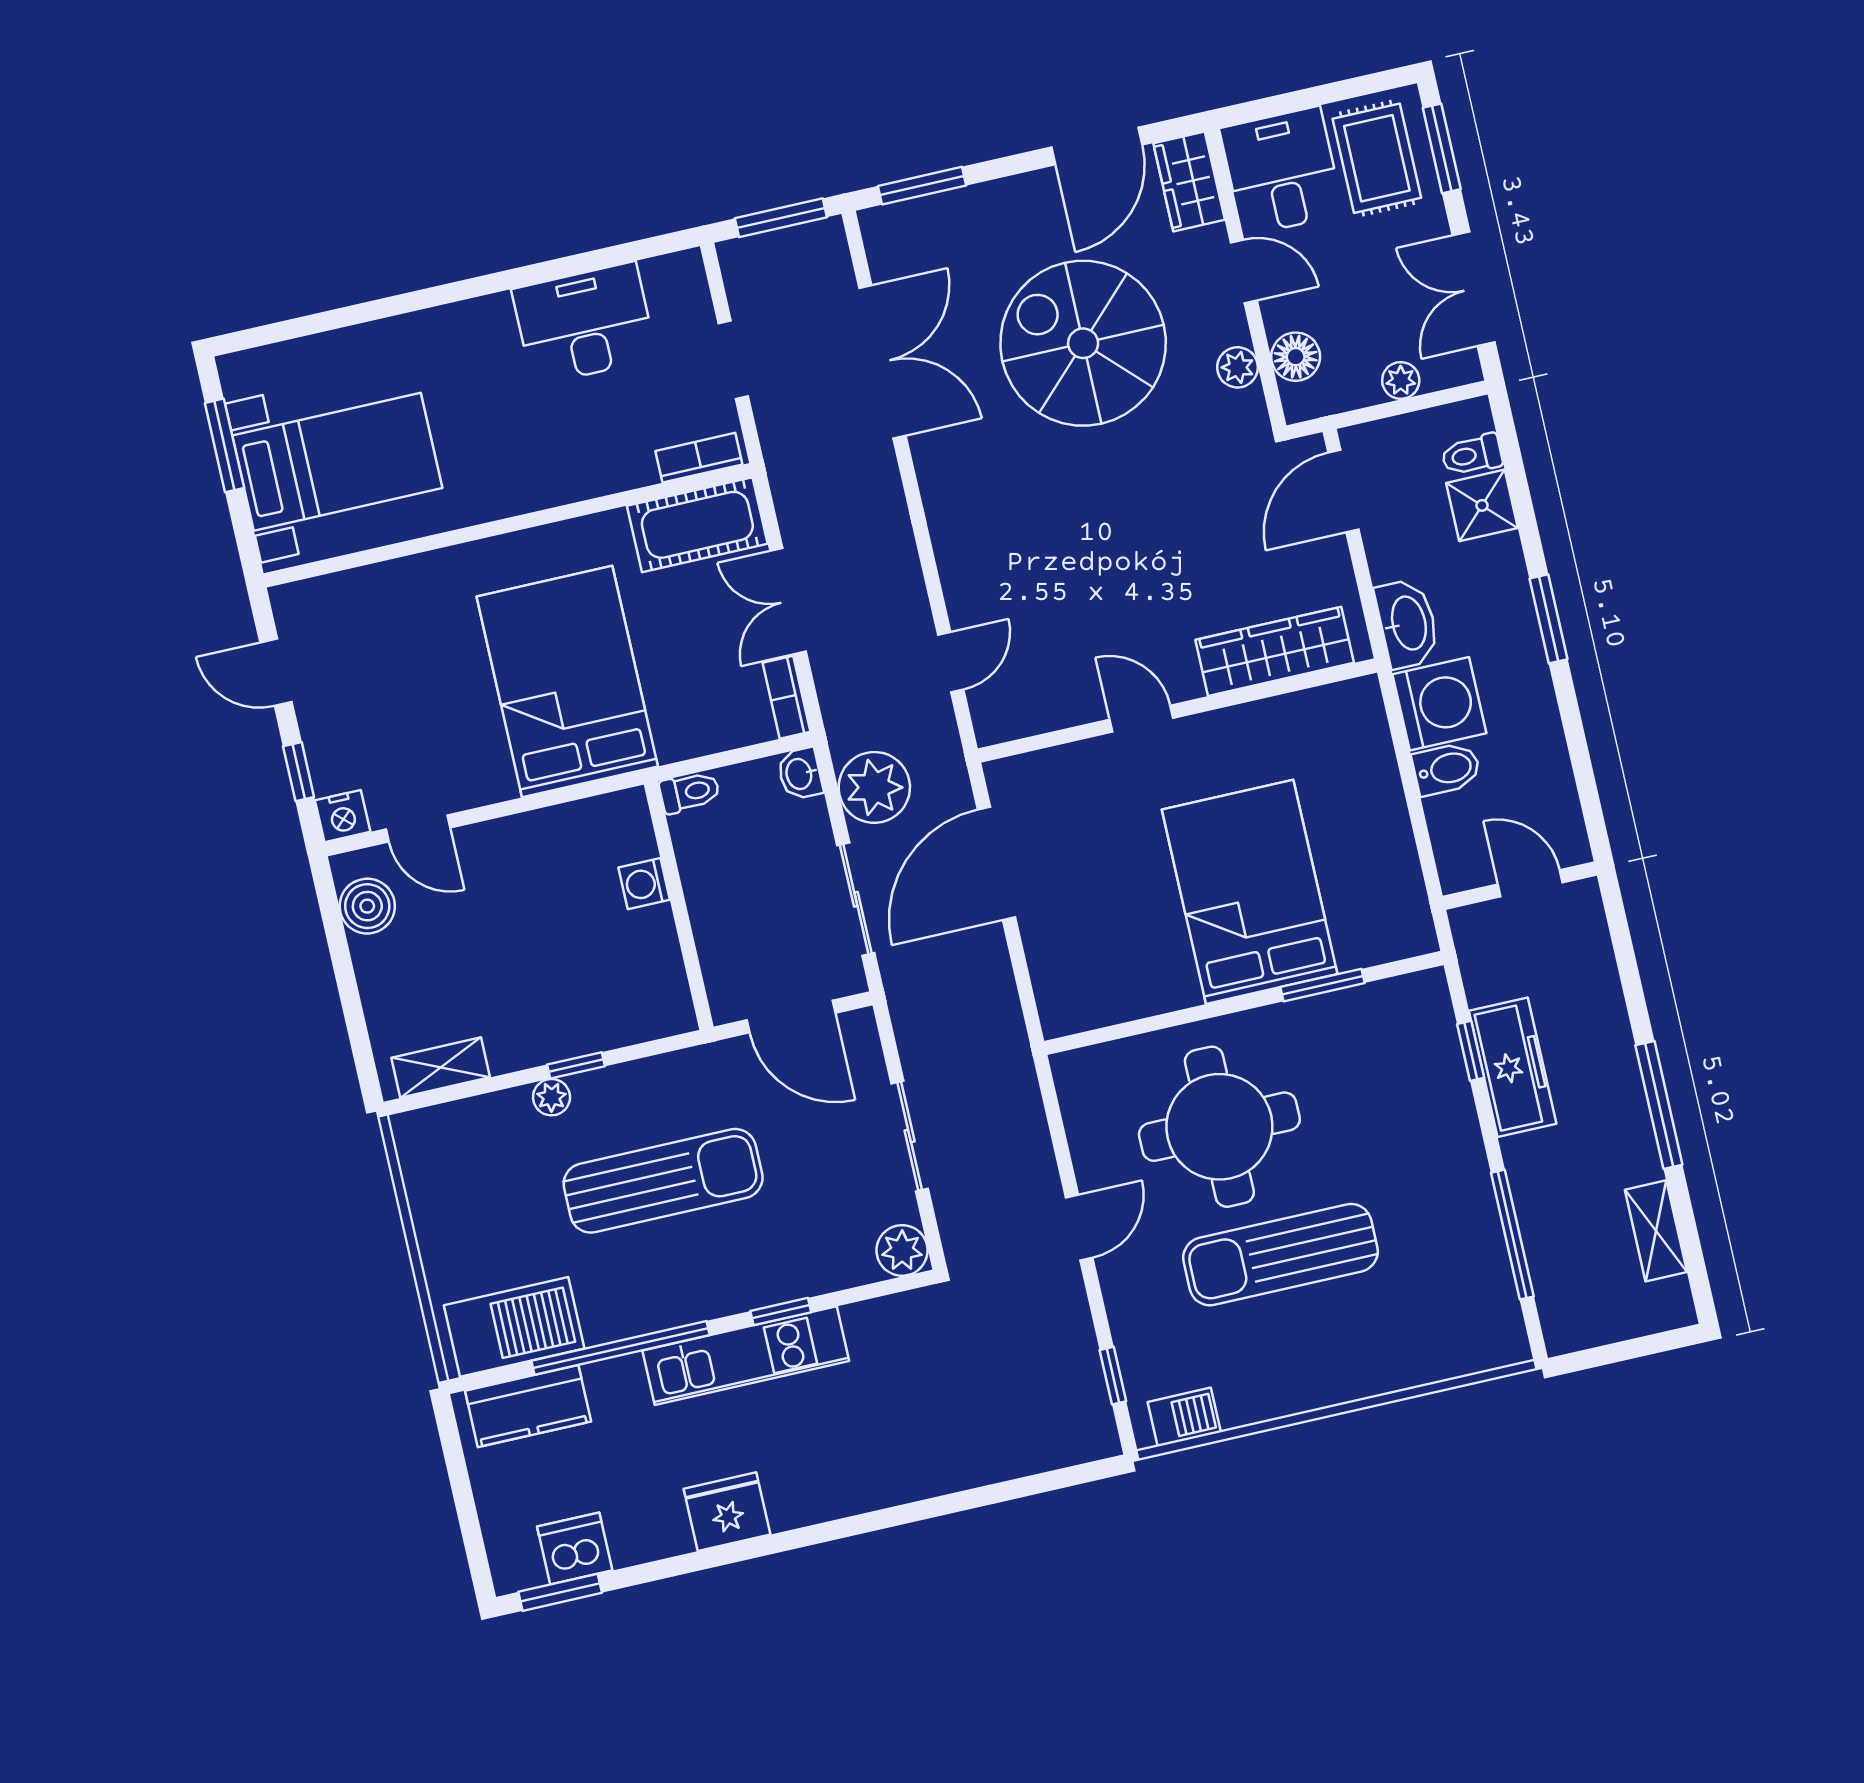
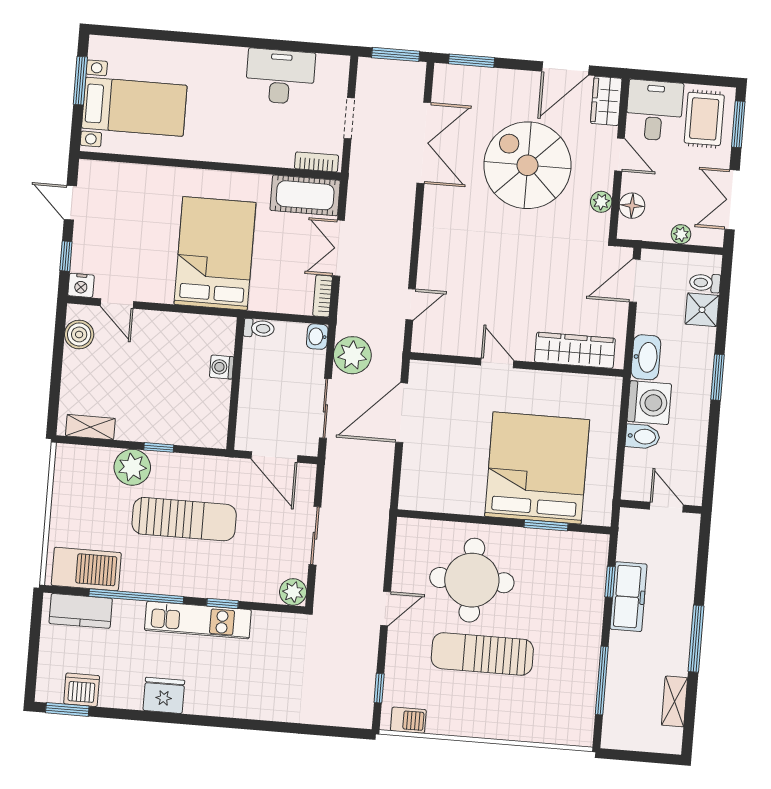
bed: (1250, 892) -> (537, 468), width x1.36
plant: (552, 1097) -> (132, 467), width x1.88, depth x1.88

